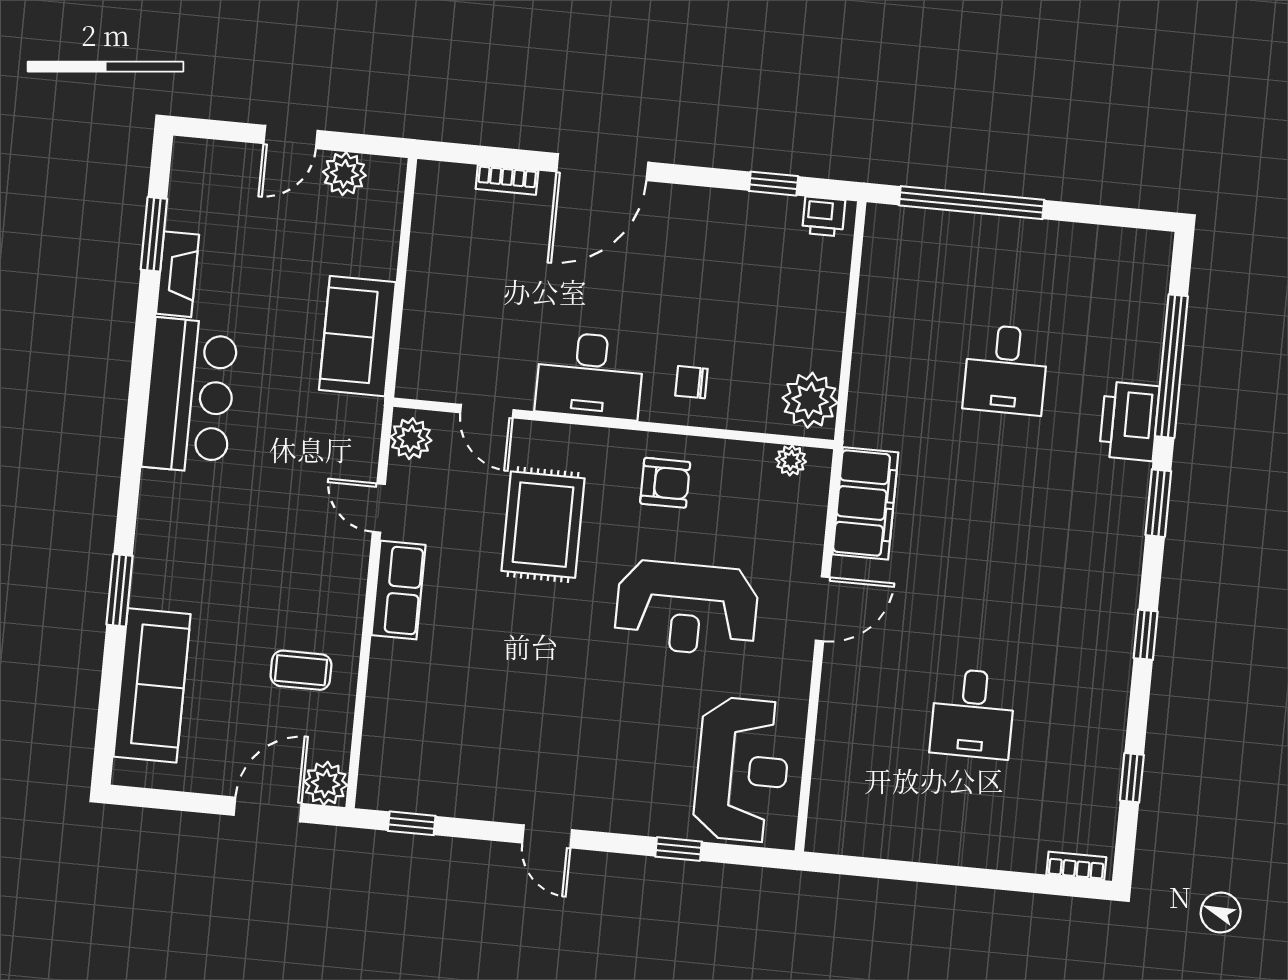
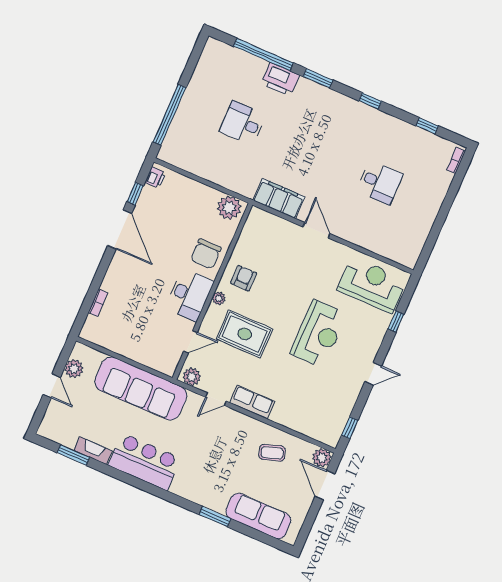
door: (602, 167) -> (120, 229), moved
sofa: (357, 336) -> (141, 389), width x1.85, depth x1.27
desk: (1006, 370) -> (243, 123), turned 180
chair: (691, 382) -> (206, 254), width x1.87, depth x1.87
plant: (791, 460) -> (219, 298), moved
reception desk: (687, 608) -> (319, 334), moved
coffee table: (301, 670) -> (272, 453), turned 72

